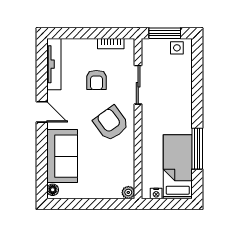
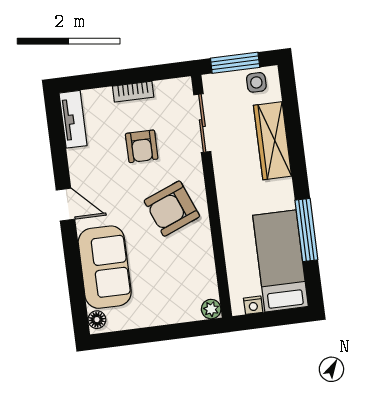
bookcase: (111, 44) -> (133, 92), moved
tv unit: (54, 64) -> (73, 119), width x0.71
sliding door: (138, 85) -> (202, 123), moved
wardrobe: (183, 87) -> (273, 141), added
armchair: (111, 123) -> (172, 209), turned -76

